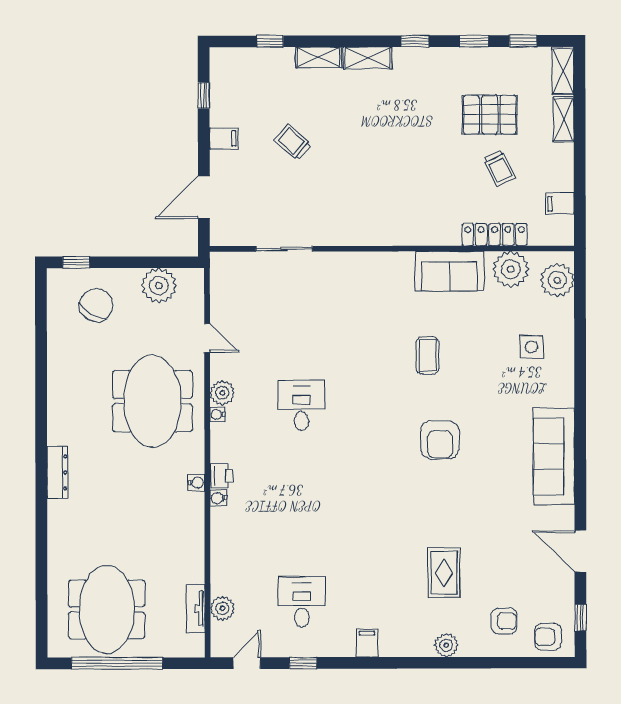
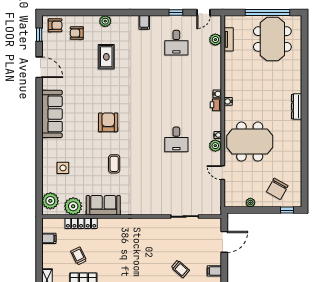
plant: (159, 286) -> (250, 203), width x0.53, depth x0.53
meeting table: (152, 401) -> (250, 142), turned 90

